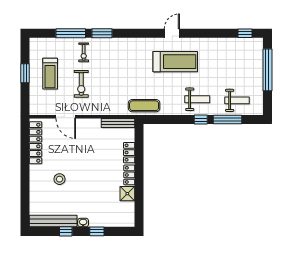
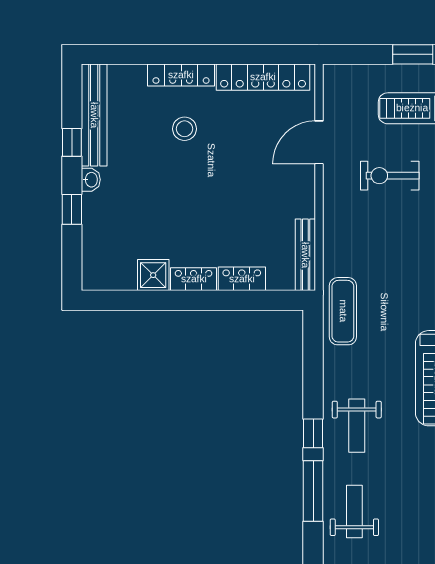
weight bench: (237, 100) -> (354, 511), turned 180
locker: (35, 181) -> (181, 75), added

